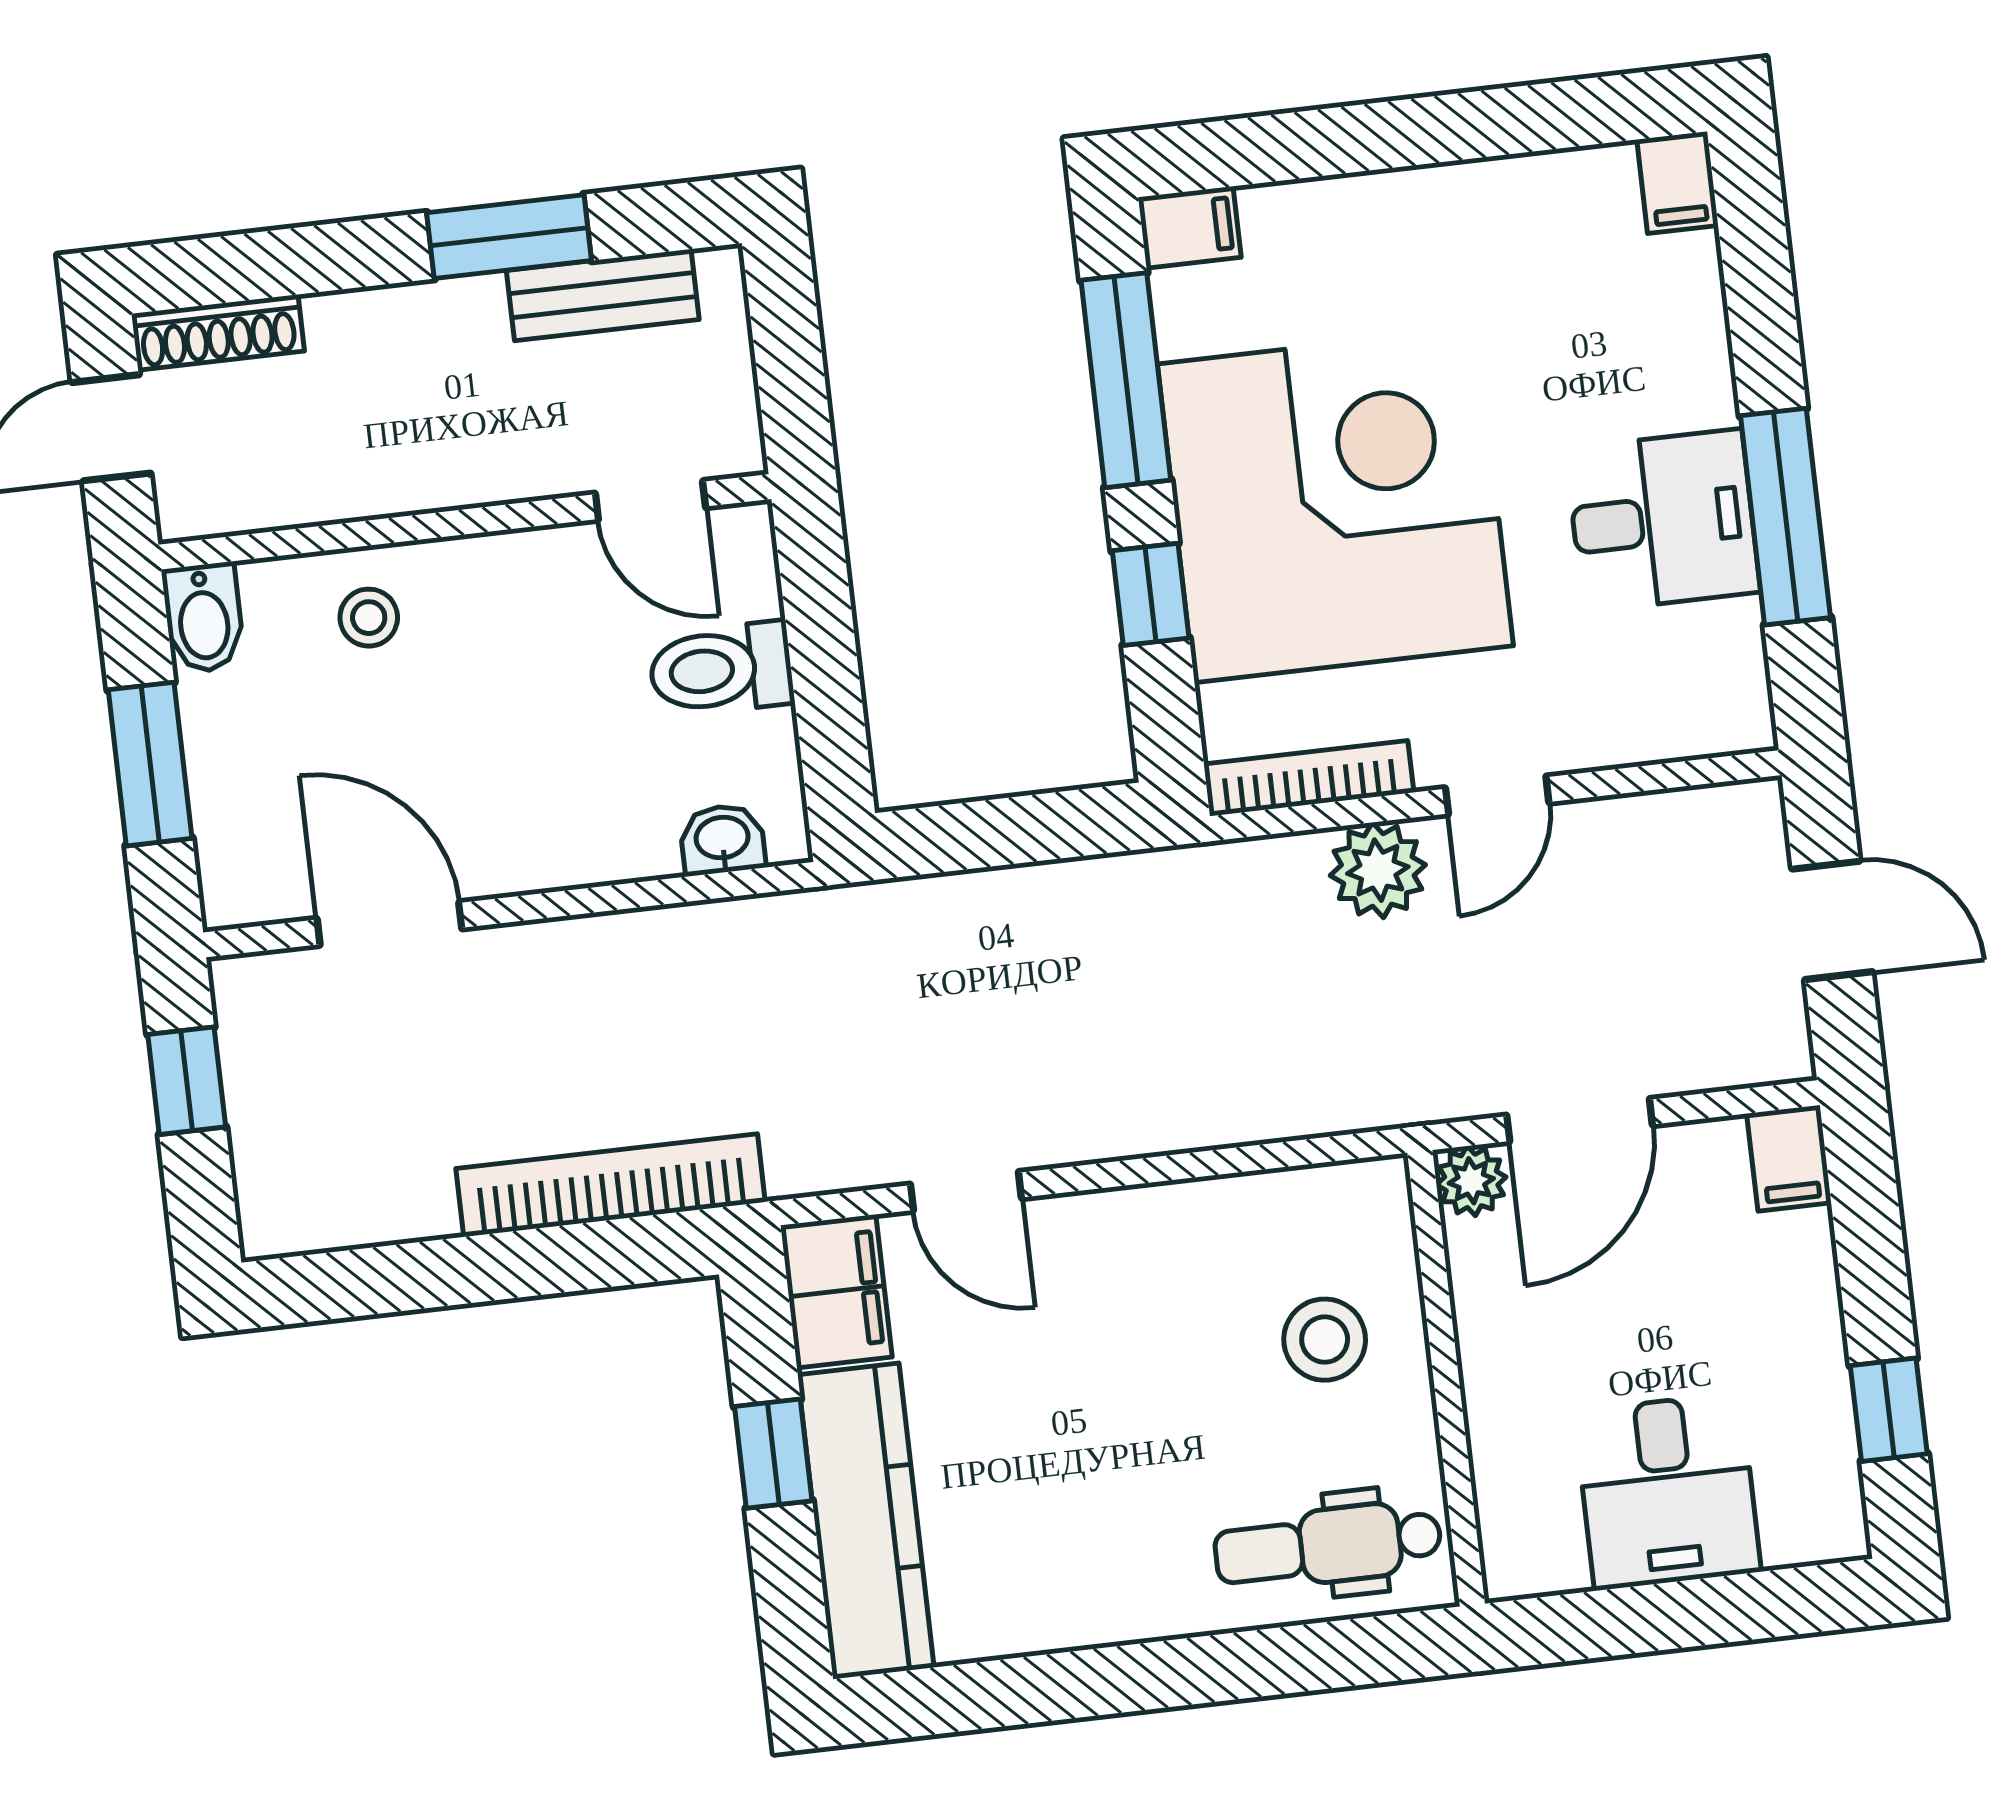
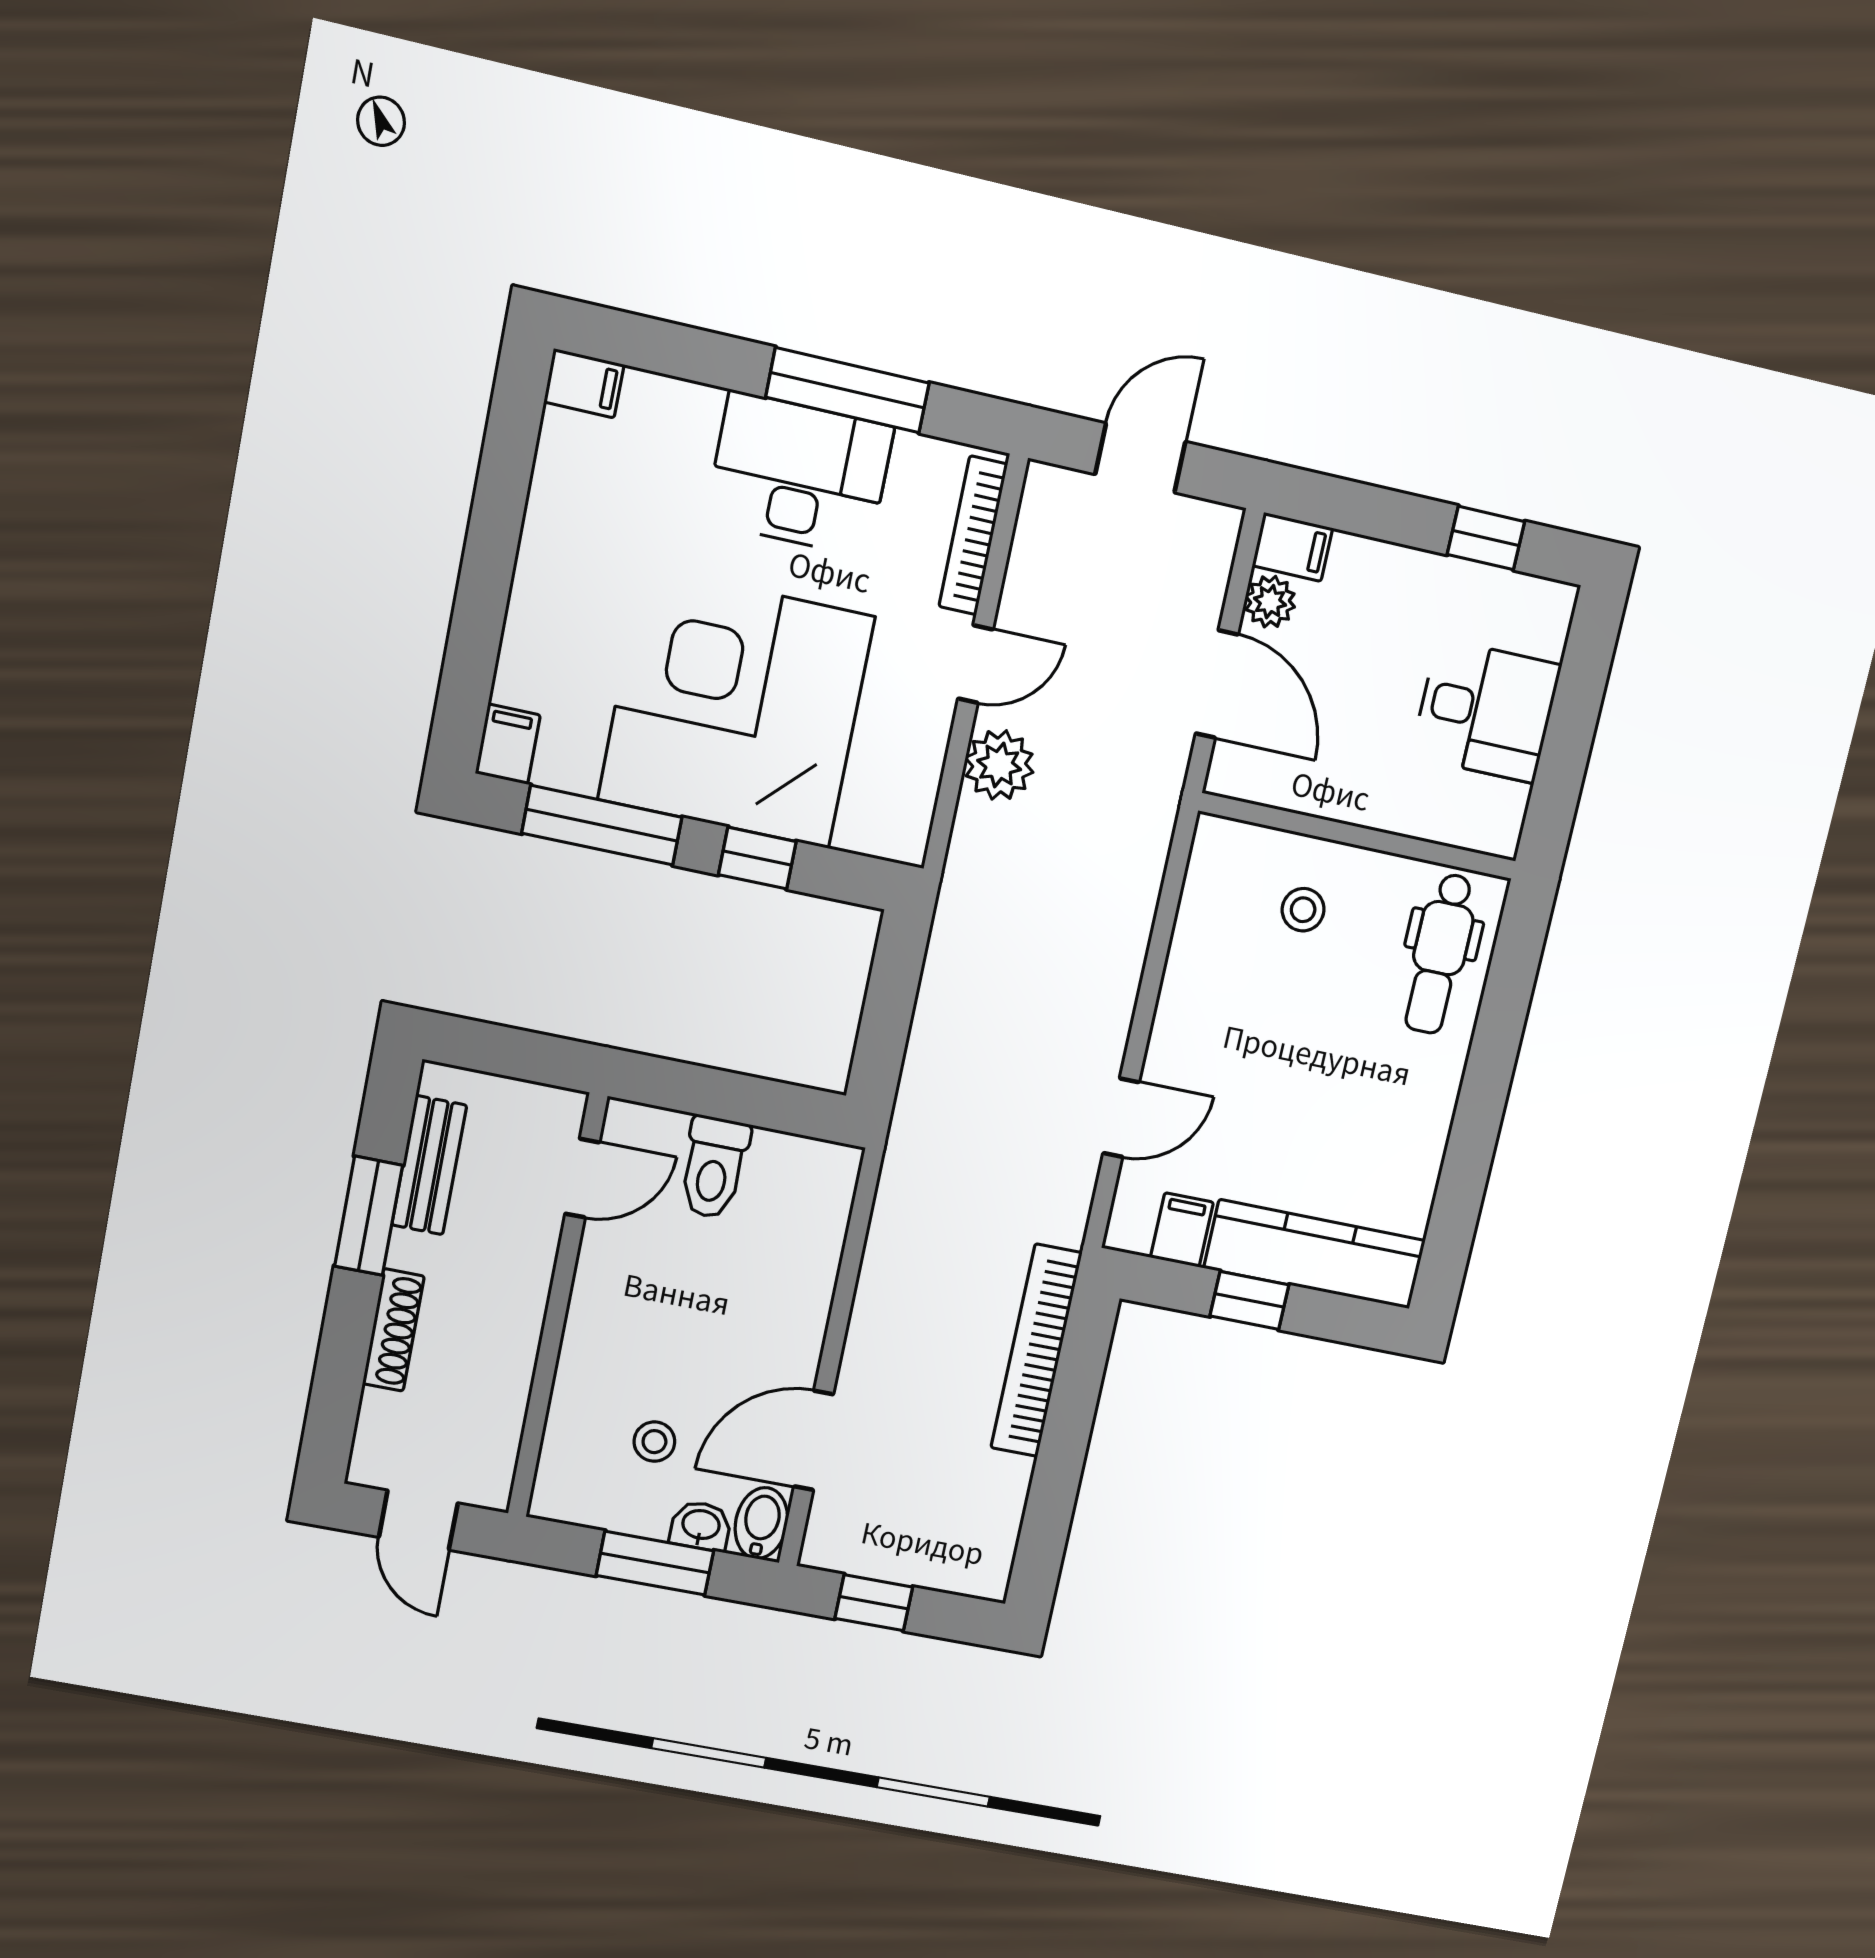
shoe rack: (218, 332) -> (393, 1330), moved
desk: (1663, 520) -> (799, 474), width x1.37
bidet: (203, 618) -> (761, 1523), moved, turned -90
stool: (369, 618) -> (654, 1442), moved
bookcase: (1309, 778) -> (973, 535), moved
door: (1497, 795) -> (975, 664), hinge flipped
washbasin: (722, 839) -> (701, 1526), moved, turned 90
plant: (1471, 1181) -> (1270, 602), moved
filing cabinet: (836, 1291) -> (1182, 1230), width x0.50
stool: (1325, 1340) -> (1303, 910), width x0.73, depth x0.73

